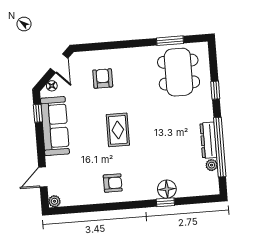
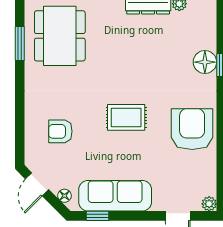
door: (59, 63) -> (37, 184), swing flipped
dining table: (179, 72) -> (60, 36), turned 90
armchair: (113, 183) -> (192, 129), width x1.88, depth x1.88

